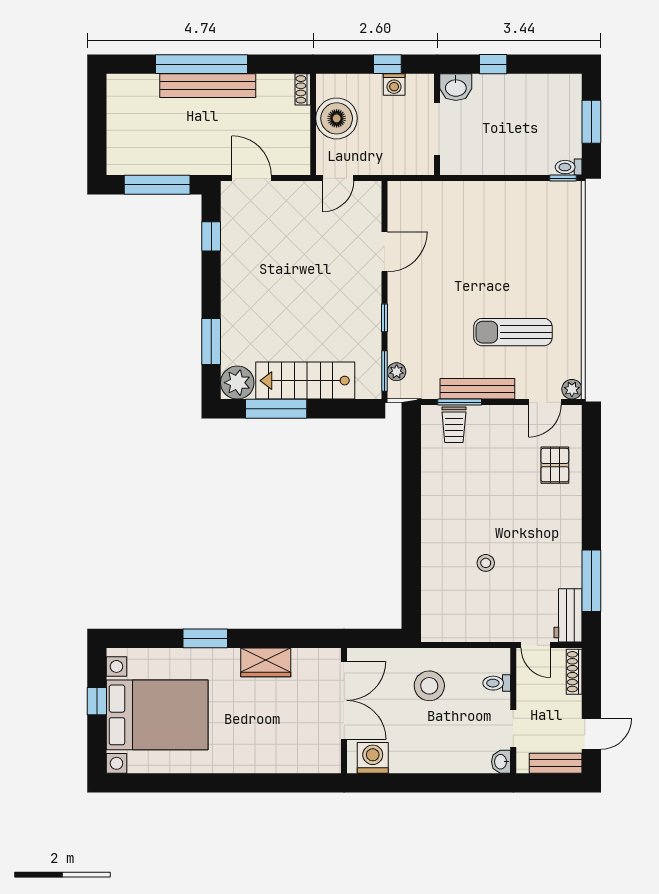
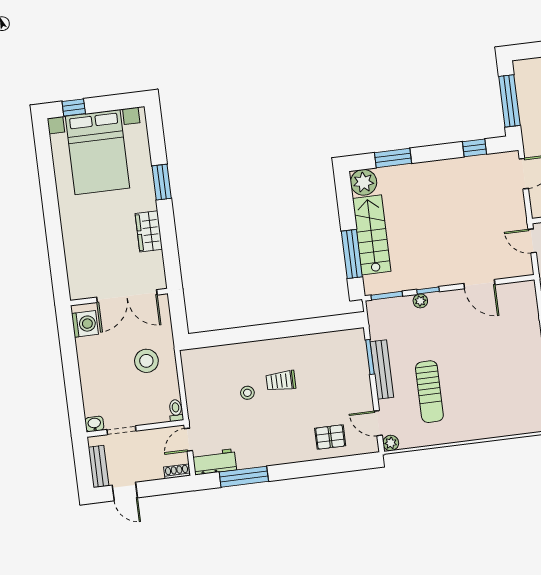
sun lounger: (513, 332) -> (429, 392), turned 180
plant: (397, 372) -> (420, 301), moved
window: (276, 409) -> (352, 254), moved
trolley: (454, 425) -> (281, 381), moved
shoe rack: (574, 672) -> (177, 471), width x0.70
toilet: (497, 683) -> (176, 410), moved
window: (97, 701) -> (74, 107), moved

